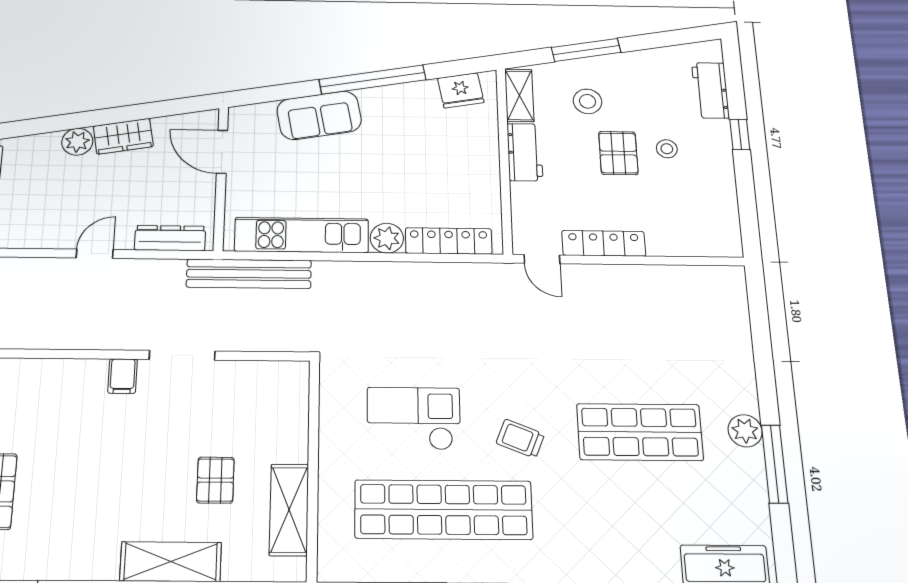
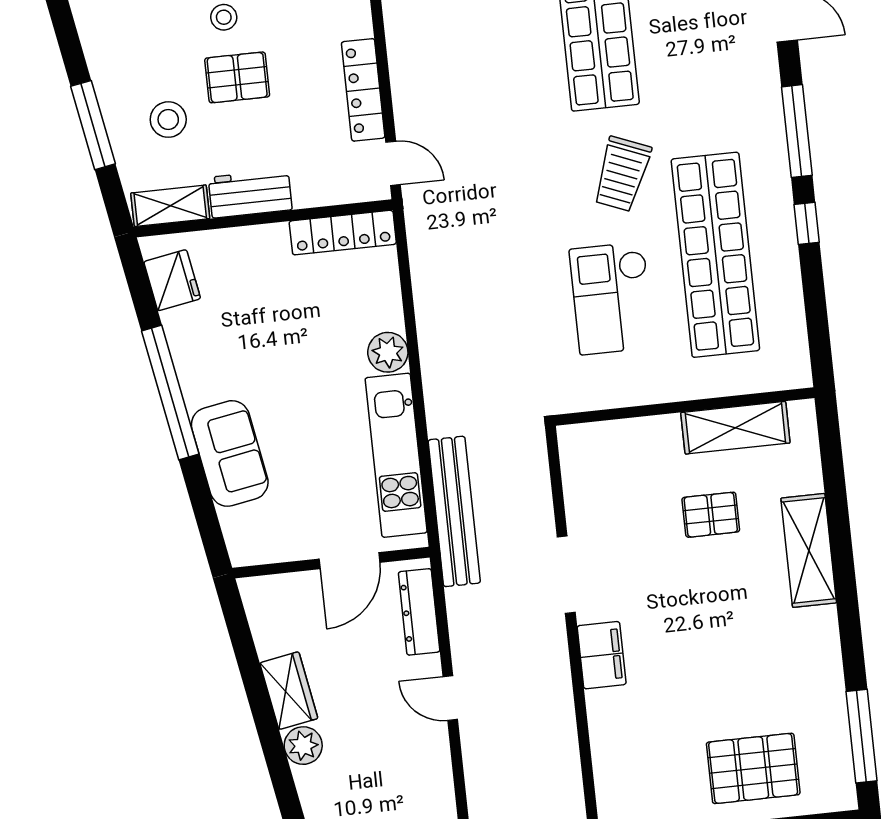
door: (222, 152) -> (349, 561), moved
locker: (449, 241) -> (343, 233), moved, turned -90
door: (542, 259) -> (393, 163), hinge flipped
filing cabinet: (123, 376) -> (602, 655), width x2.00
trolley: (520, 439) -> (622, 174), width x1.36, depth x1.39

